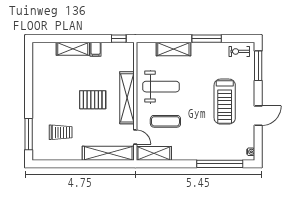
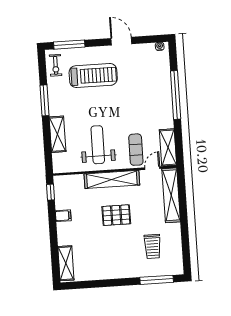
shelving: (73, 49) -> (66, 263), moved
pallet: (93, 100) -> (116, 215), turned 90
treadmill: (225, 102) -> (93, 76), moved
exercise mat: (165, 121) -> (136, 150), moved
trolley: (61, 132) -> (152, 246), turned 180
window: (220, 164) -> (176, 95), moved

